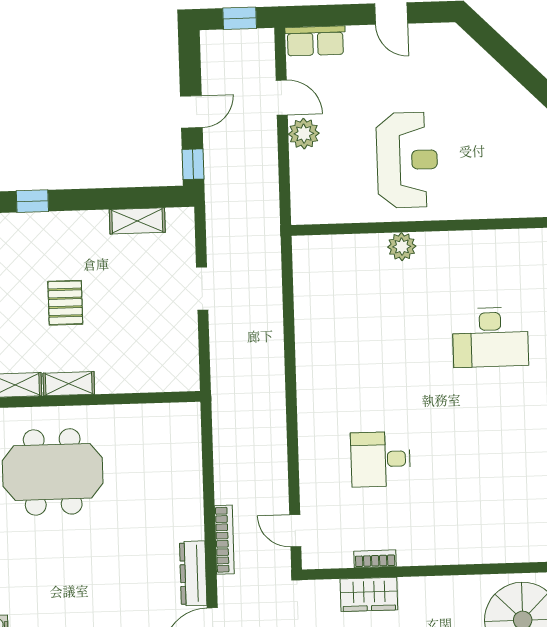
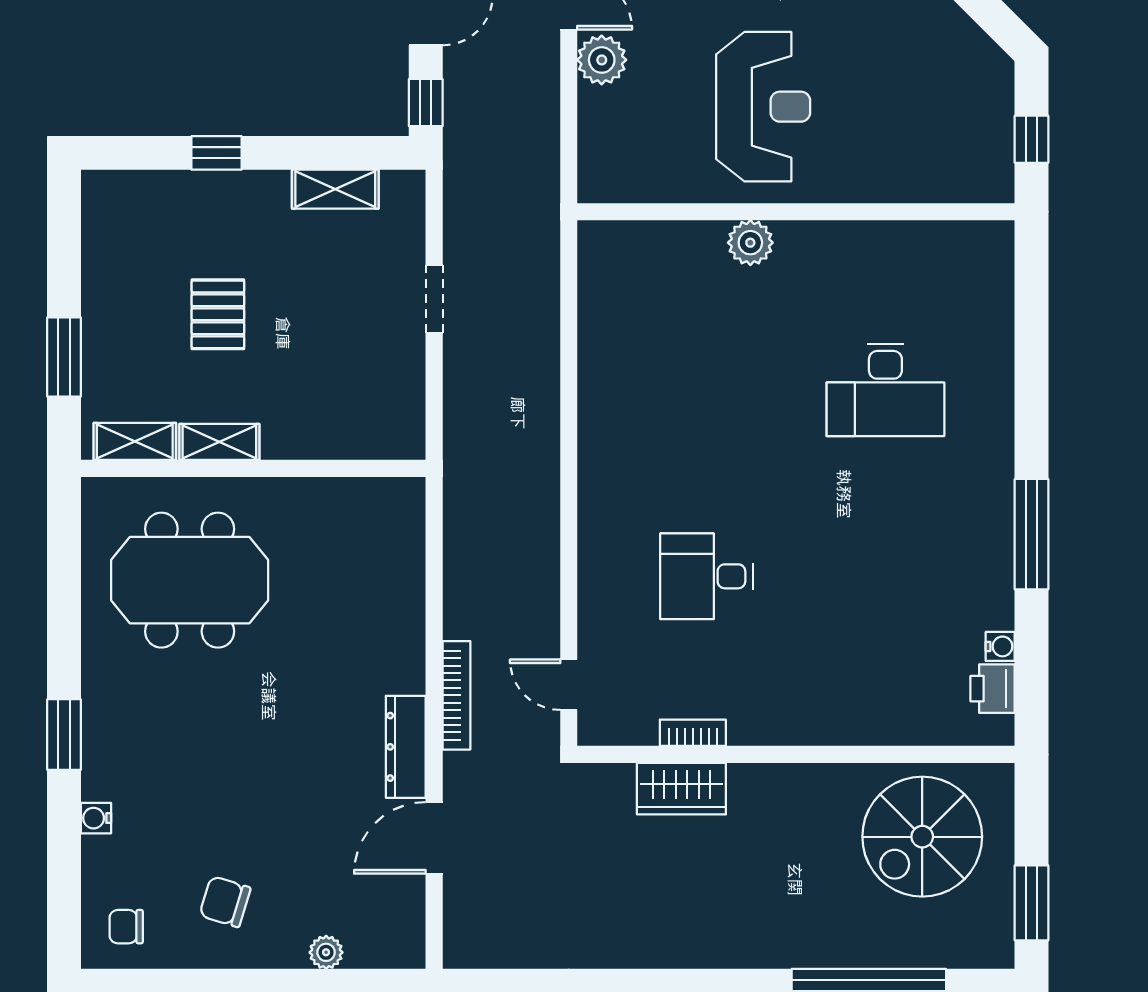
window: (32, 201) -> (217, 153), moved

